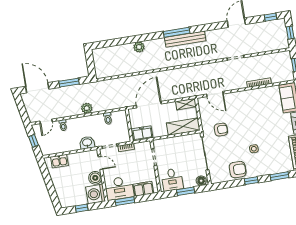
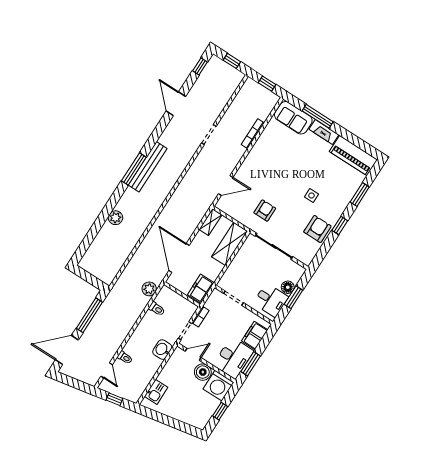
window: (69, 83) -> (89, 315), width x1.44
plant: (87, 108) -> (149, 289), moved
floor lamp: (201, 181) -> (288, 287), moved

